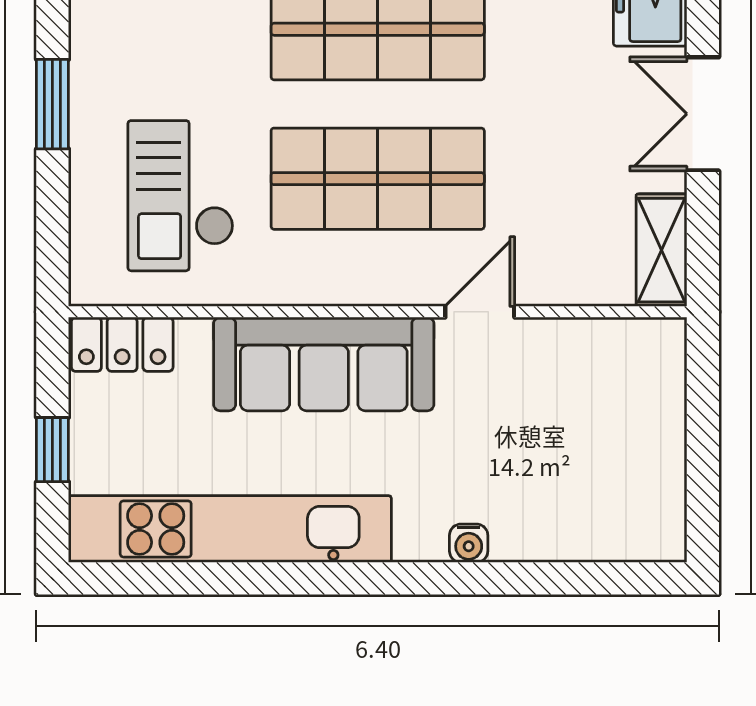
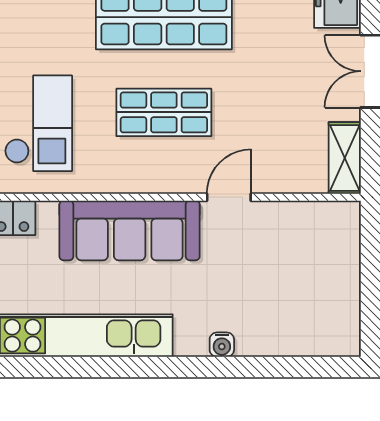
shop shelf: (378, 179) -> (164, 112), width x0.70, depth x0.74
checkout: (181, 196) -> (38, 123), turned 180

